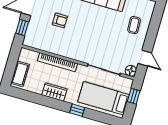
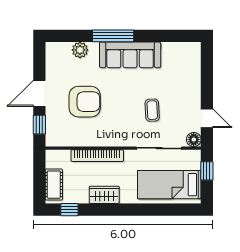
armchair: (60, 20) -> (85, 102), width x1.88, depth x1.88
coffee table: (134, 25) -> (152, 110), moved
window: (77, 110) -> (69, 210), moved

